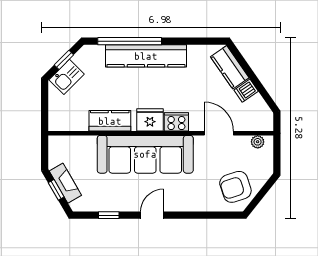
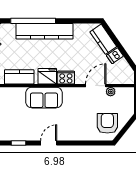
door: (219, 133) -> (96, 86), hinge flipped
plant: (258, 142) -> (111, 92), moved
sofa: (145, 154) -> (44, 98), width x0.54, depth x0.79
armchair: (235, 187) -> (107, 123), turned 108

